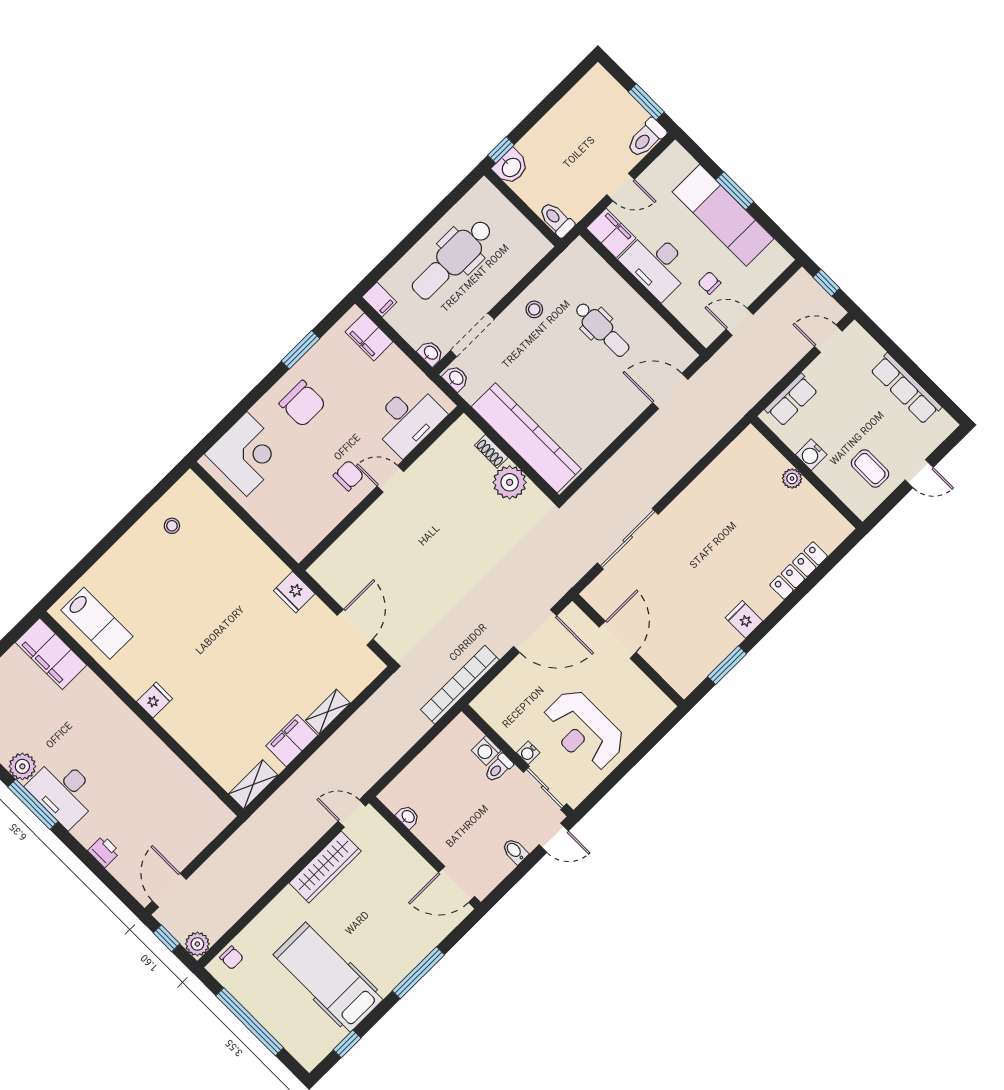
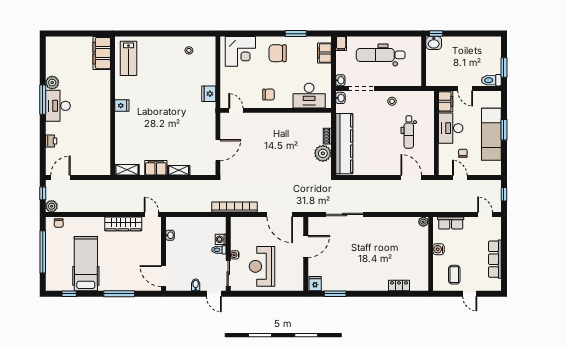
toilet: (556, 219) -> (431, 77), removed
chair: (303, 404) -> (278, 53), turned 90
plant: (792, 478) -> (423, 222), moved
door: (390, 479) -> (236, 110), moved
locker: (799, 571) -> (399, 286), width x0.66
fridge: (294, 592) -> (209, 94), moved
fridge: (744, 619) -> (315, 284), moved

